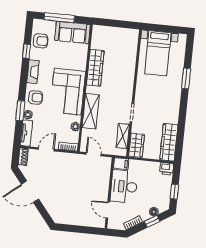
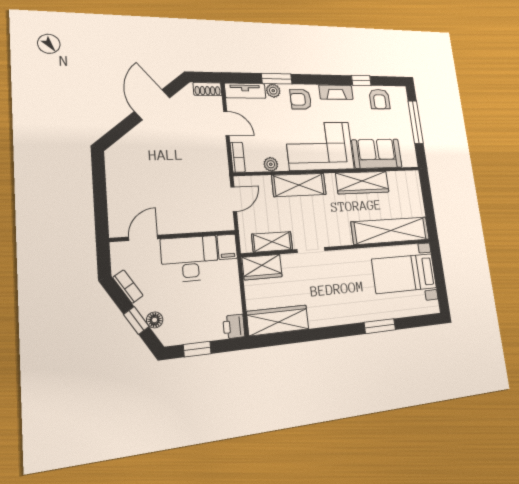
sofa: (73, 32) -> (377, 154), moved, turned 90
shelving: (129, 56) -> (391, 231), added
armchair: (35, 97) -> (301, 99), turned 90

